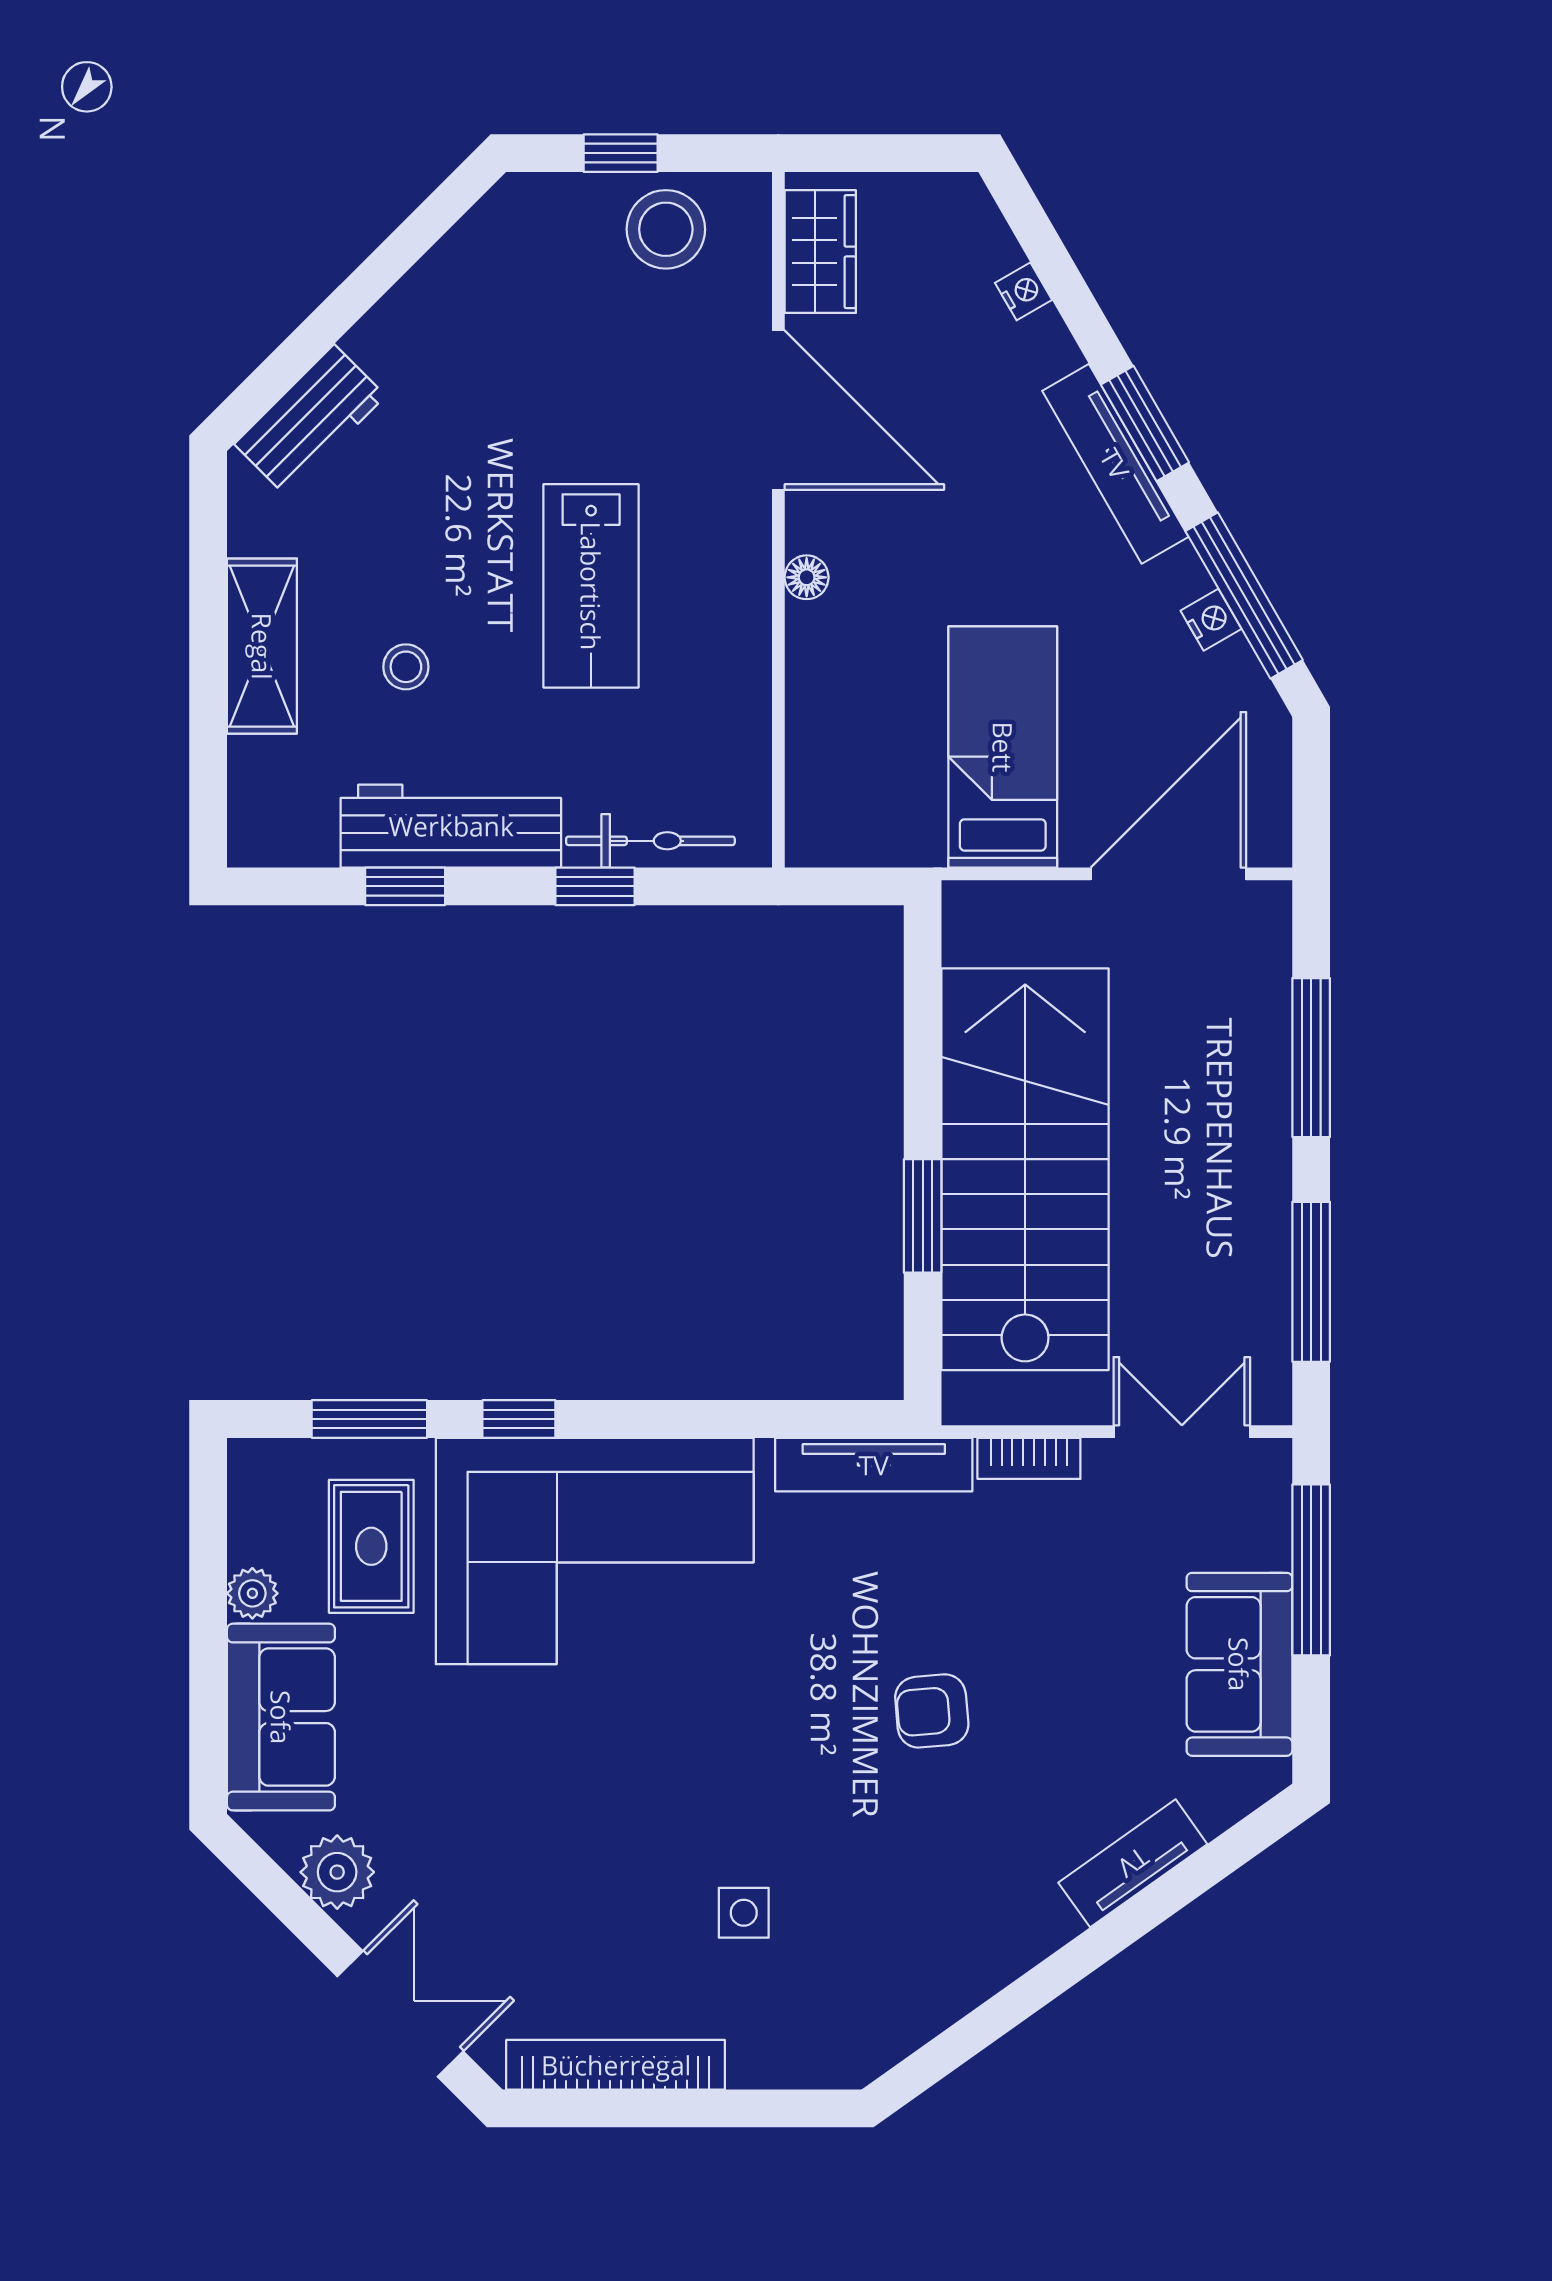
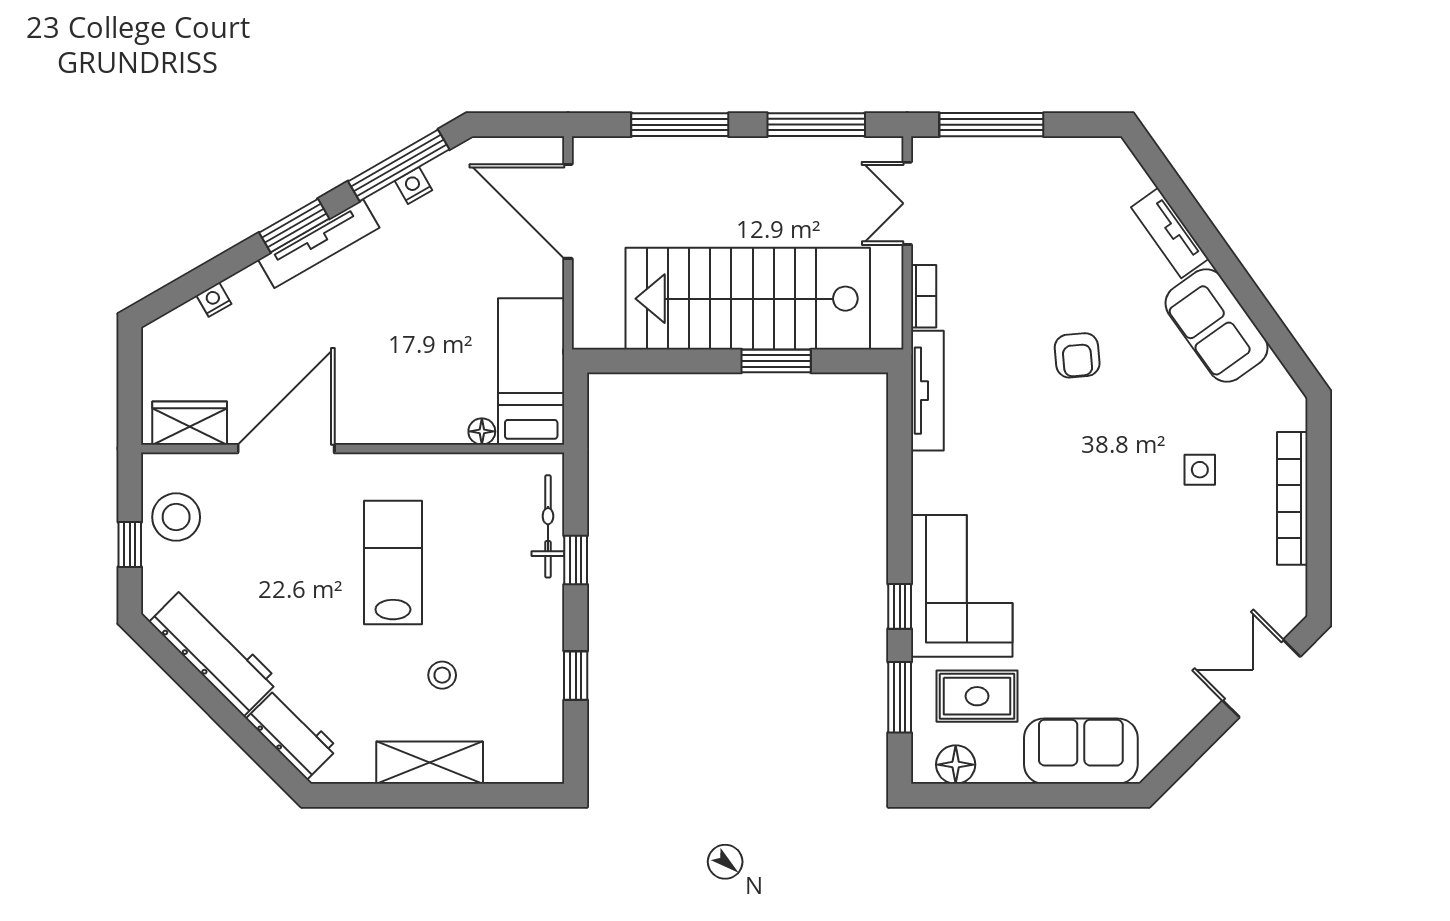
floor lamp: (807, 577) -> (482, 431), moved
lab bench: (591, 586) -> (393, 563), turned -90
bed: (1003, 747) -> (531, 371), moved, turned 90
workbench: (451, 826) -> (214, 651), moved, turned 135
floor lamp: (259, 1511) -> (956, 765), added
corner sofa: (595, 1551) -> (962, 586), width x0.73, depth x0.74
plant: (252, 1593) -> (1006, 769), removed
sofa: (1239, 1664) -> (1216, 326), moved, turned 55
plant: (337, 1872) -> (1175, 717), removed
bookcase: (616, 2065) -> (1292, 498), moved

